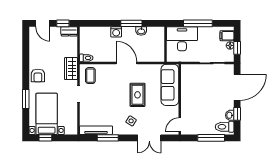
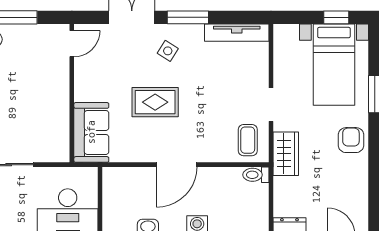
door: (127, 63) -> (177, 165), hinge flipped
sofa: (170, 85) -> (91, 132), width x0.73
rug: (137, 95) -> (155, 102), turned 90
window: (108, 138) -> (188, 17), moved

